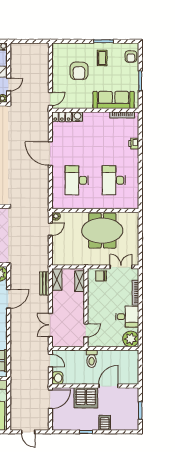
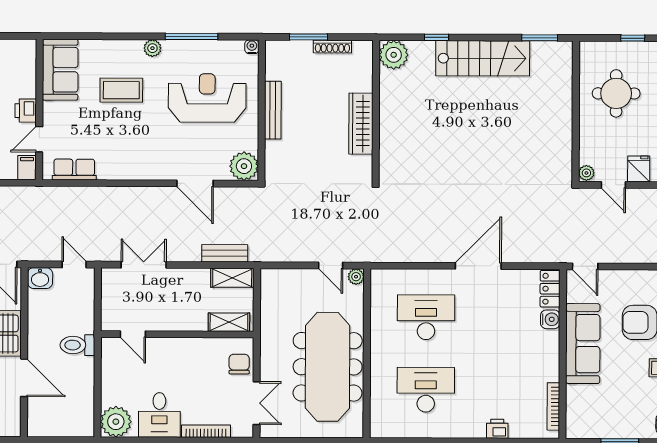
sofa: (114, 100) -> (583, 344), moved
meeting table: (102, 231) -> (328, 367), width x1.36
door: (50, 361) -> (74, 265), swing flipped

